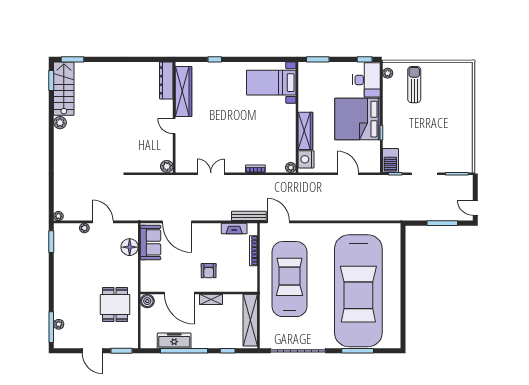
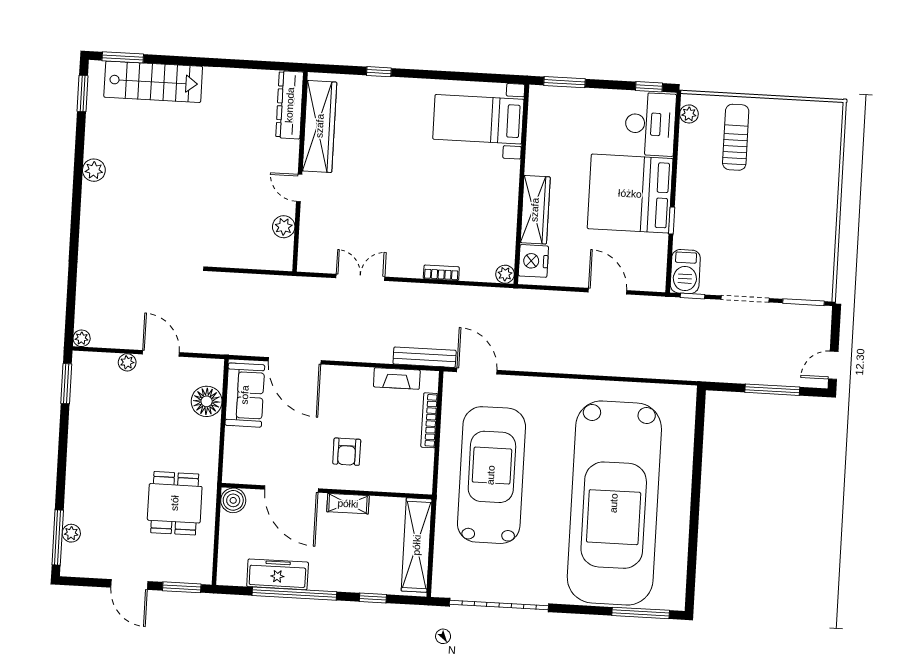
stairs: (64, 89) -> (153, 82), moved, turned 90
plant: (167, 166) -> (284, 227), moved
door: (475, 208) -> (833, 365), hinge flipped
window: (358, 351) -> (641, 613), moved

